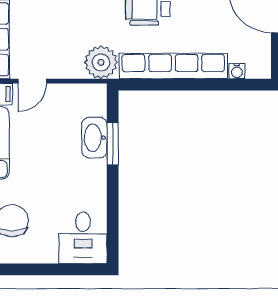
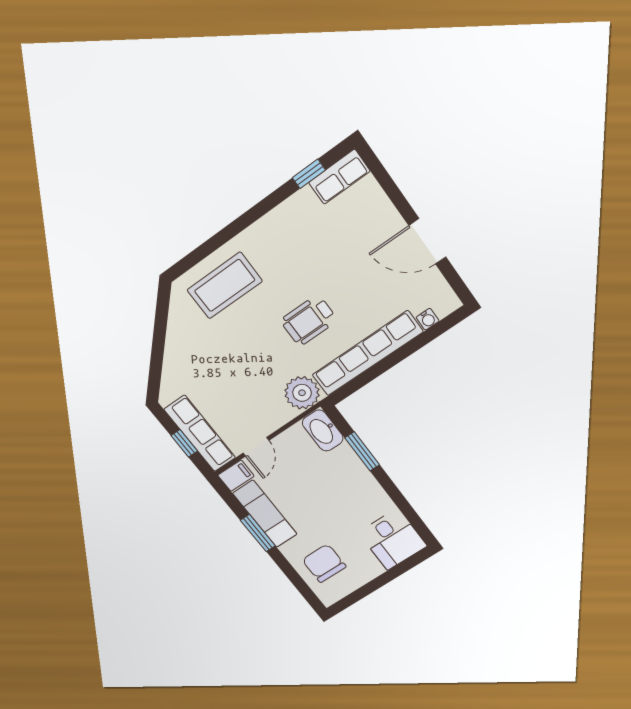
washbasin: (94, 138) -> (323, 431), moved

